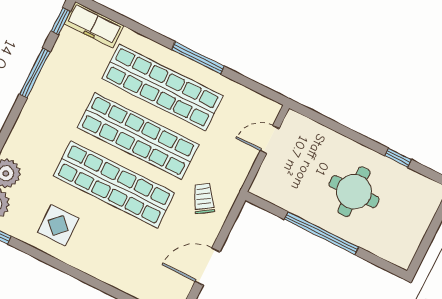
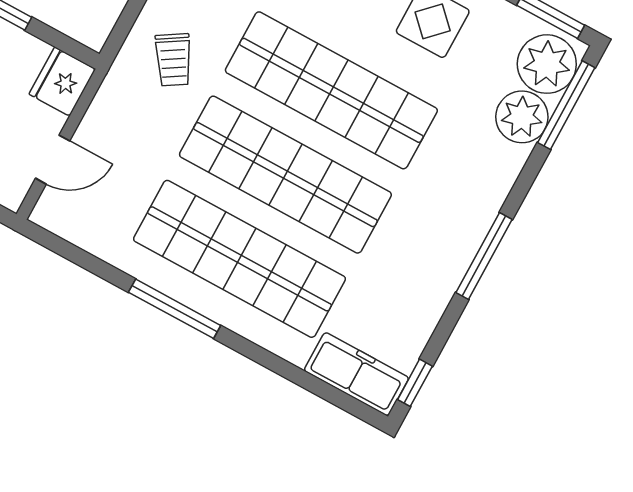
window: (35, 73) -> (484, 256), moved
fridge: (266, 184) -> (62, 82), added

